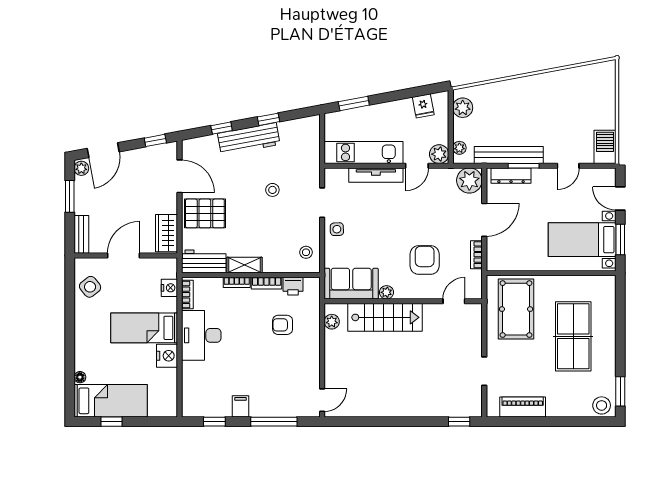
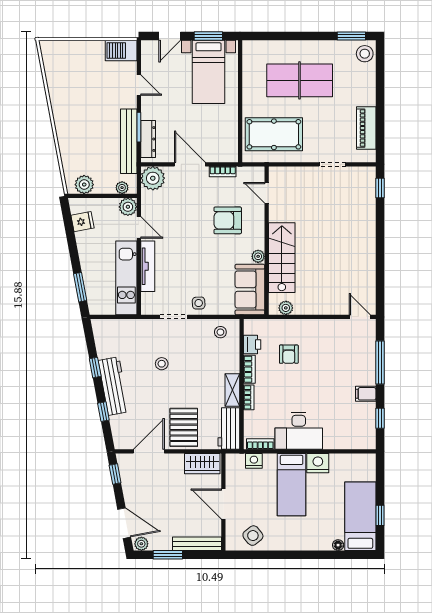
bench: (81, 234) -> (197, 544), width x1.36

